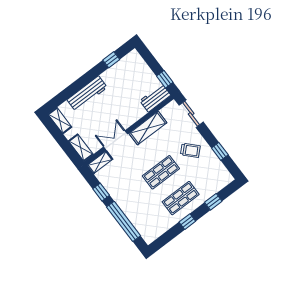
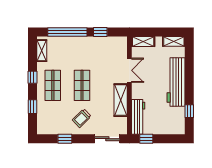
workbench: (87, 94) -> (176, 82), width x1.36, depth x1.32
workbench: (155, 98) -> (138, 117), width x1.38
shelving: (100, 162) -> (42, 51), moved

